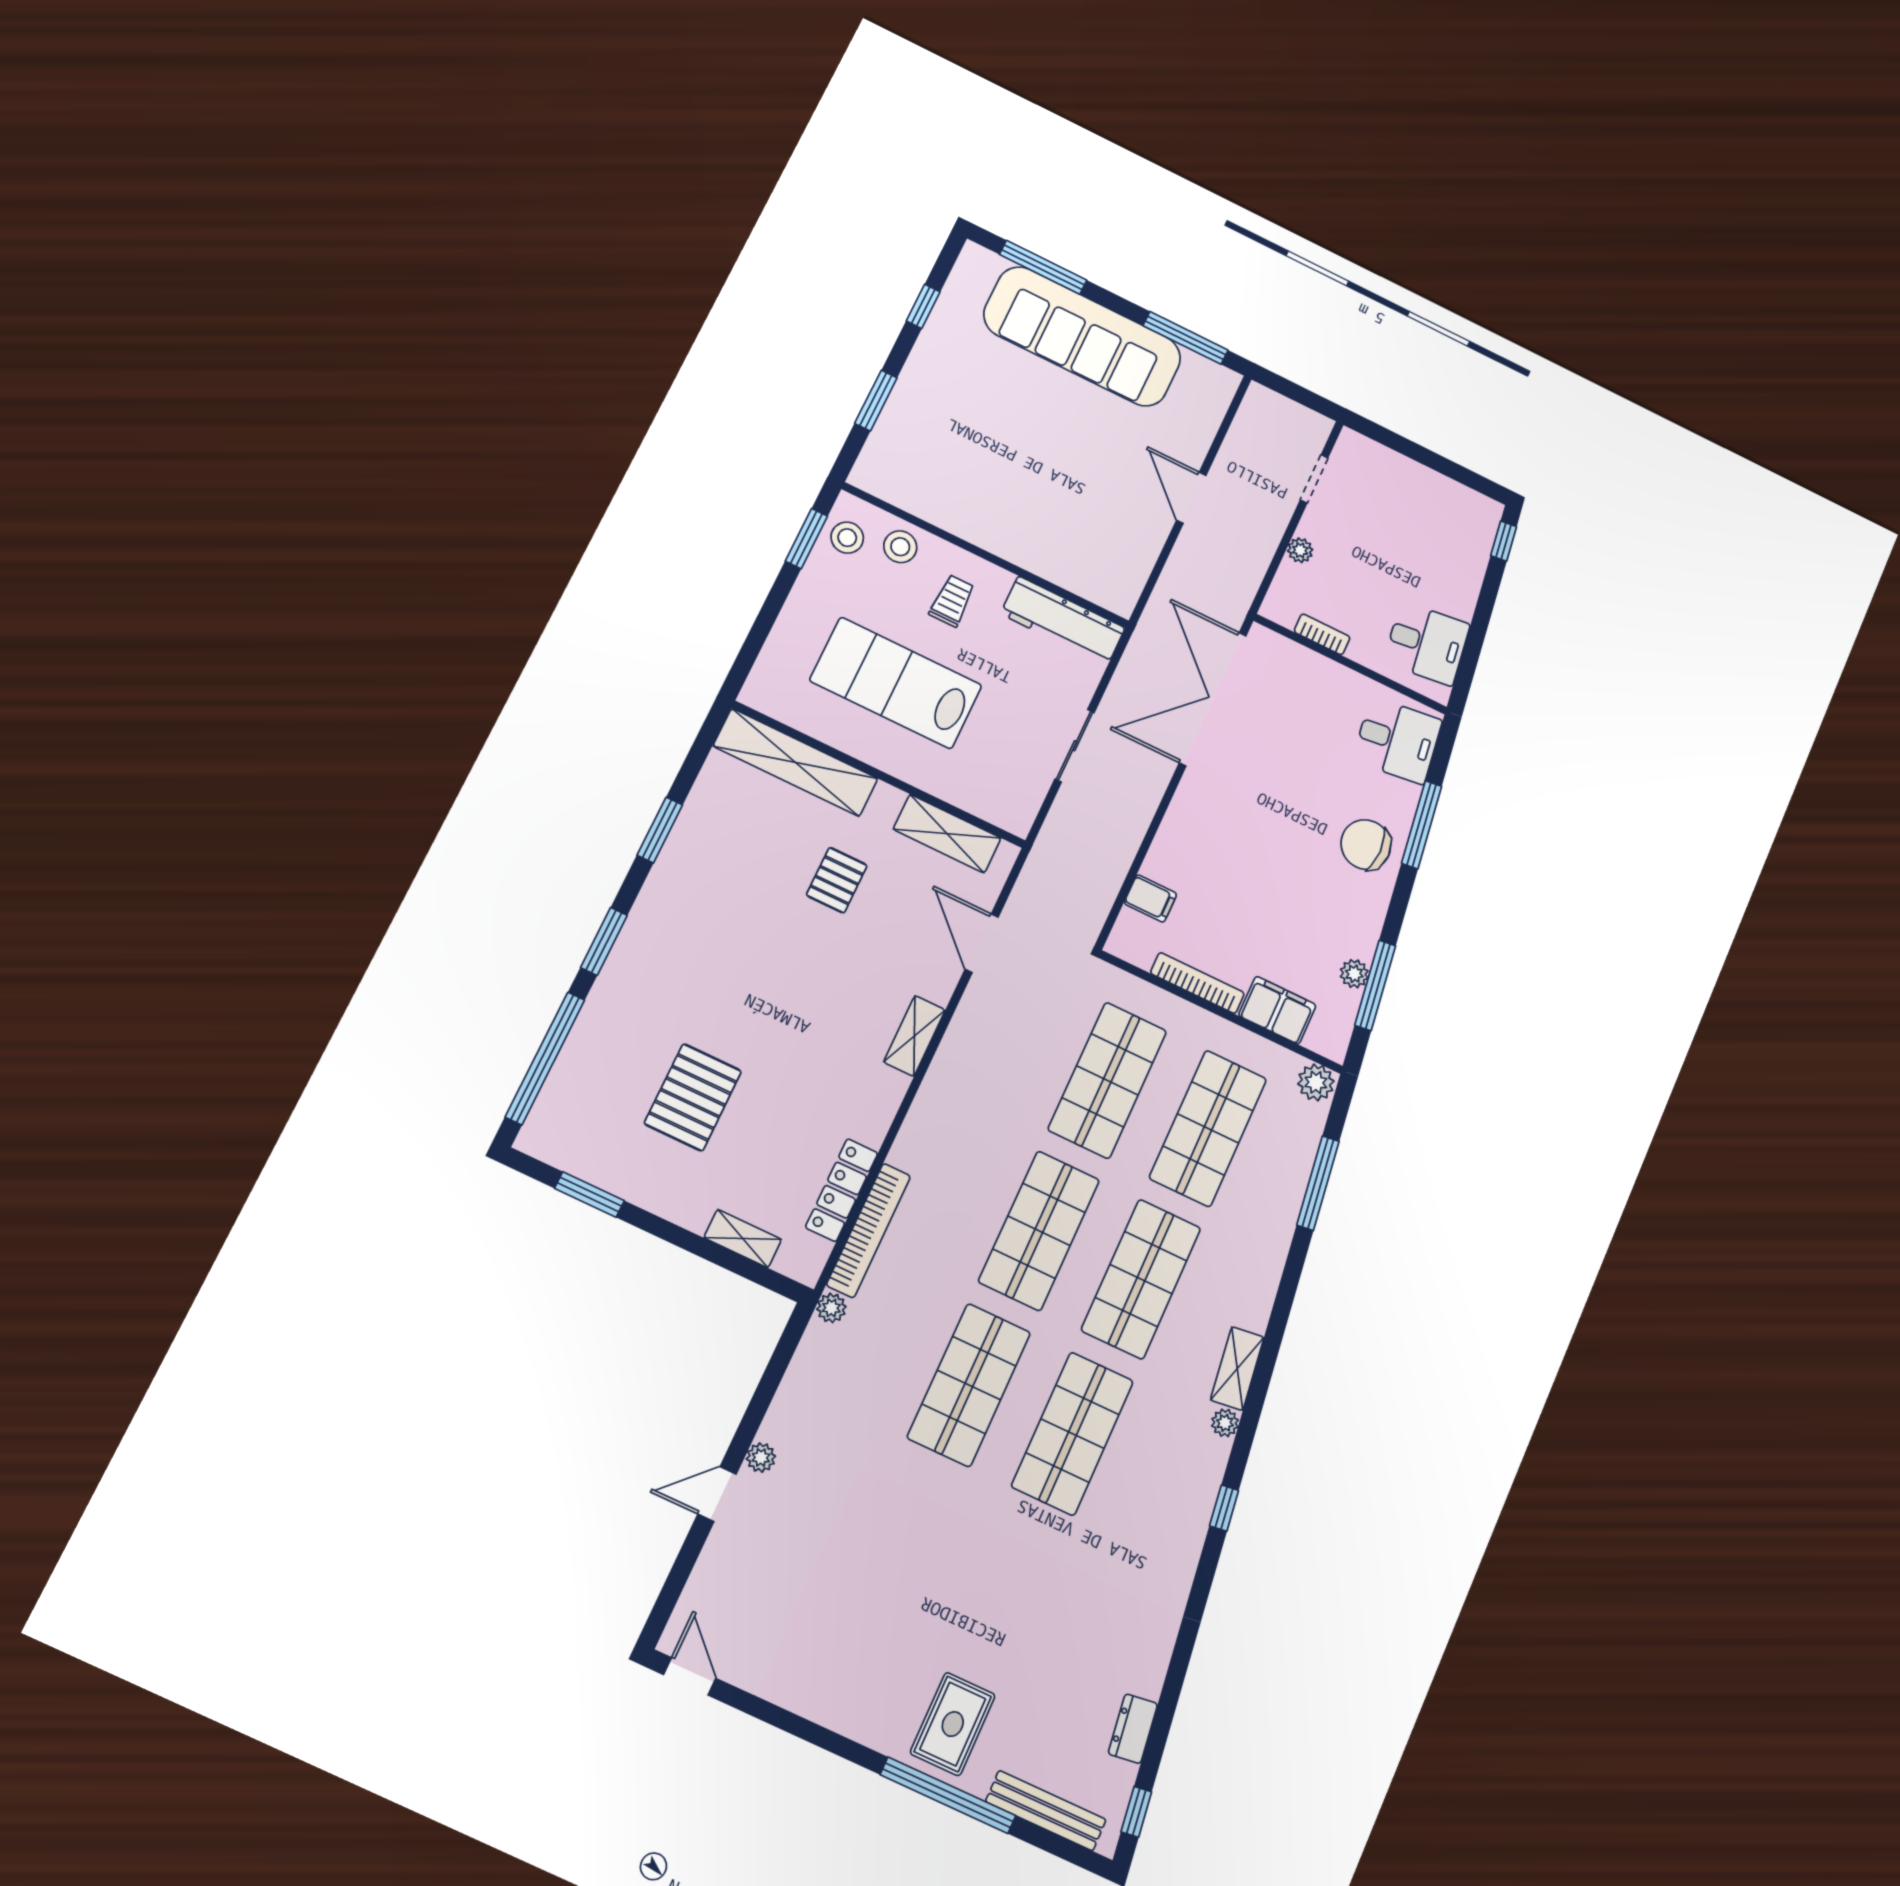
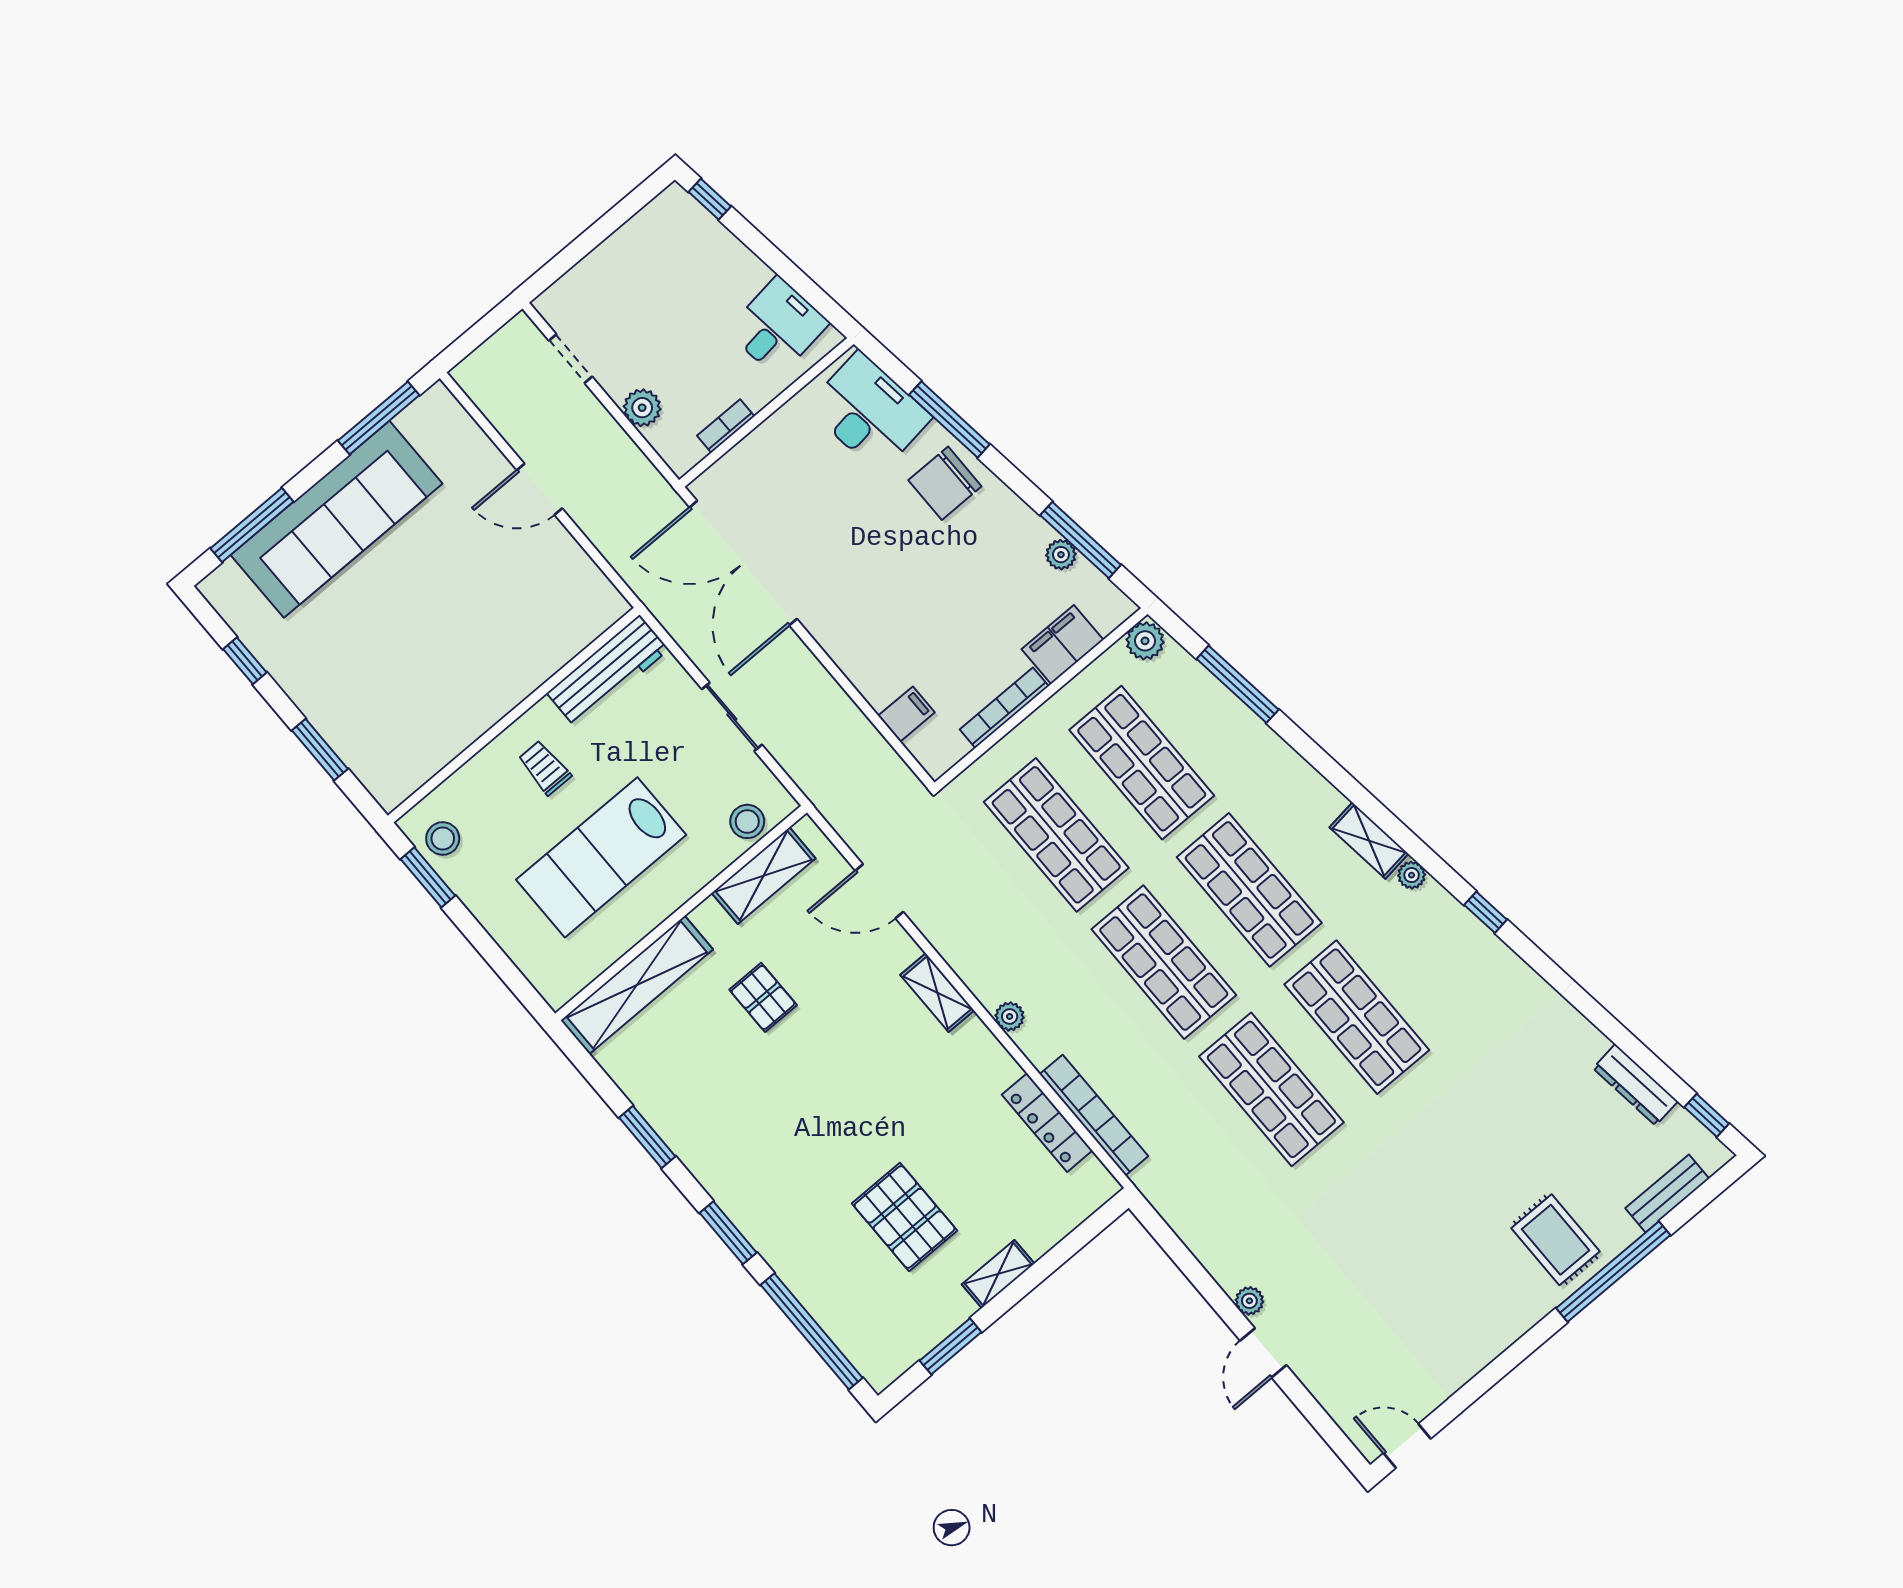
stool: (900, 547) -> (747, 821), moved
plant: (1300, 550) -> (642, 408), width x1.38, depth x1.38
desk: (1397, 740) -> (869, 412), width x1.37
shelving: (743, 1239) -> (998, 1274), moved
plant: (831, 1308) -> (1010, 1016), moved
dresser: (1133, 1729) -> (1635, 1085), width x1.44
bench: (1046, 1811) -> (1667, 1193), width x0.73

